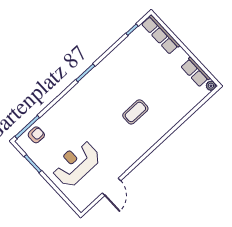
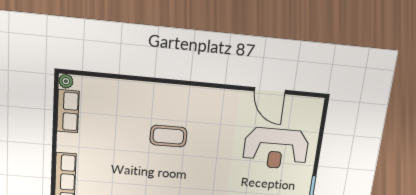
door: (111, 187) -> (270, 91), swing flipped

